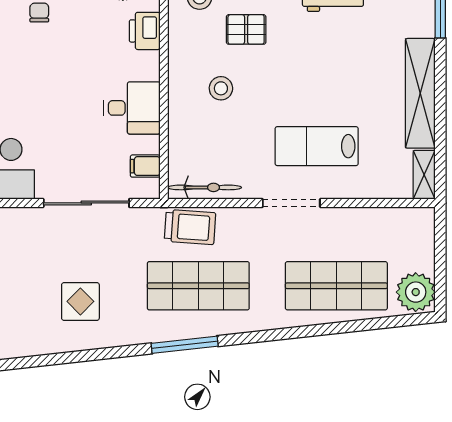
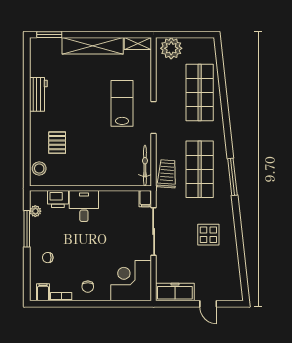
stool: (221, 88) -> (90, 157), removed
desk: (132, 108) -> (84, 206), moved
lab bench: (317, 146) -> (122, 103), turned 180
filing cabinet: (145, 166) -> (145, 199), moved
plant: (416, 292) -> (171, 48), moved

